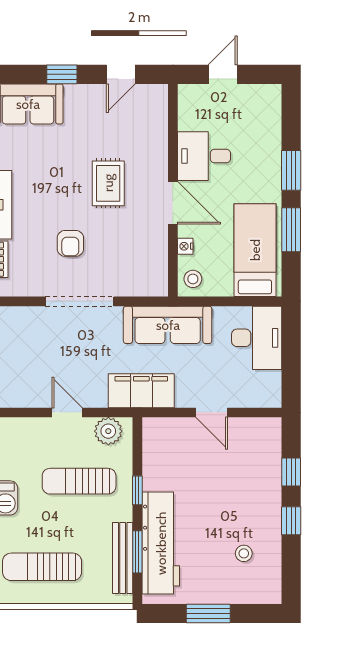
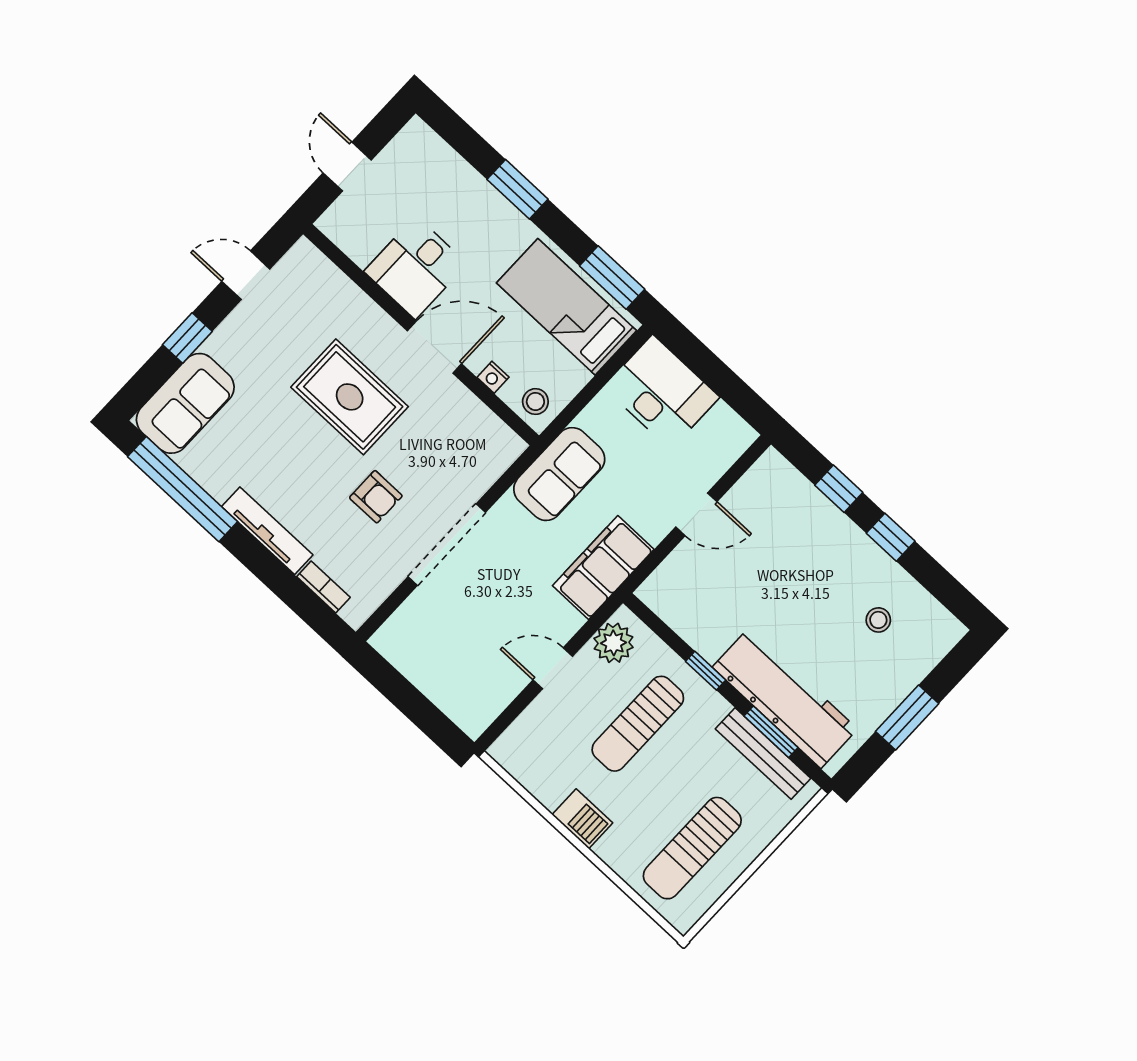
door: (121, 74) -> (246, 275), swing flipped
rug: (108, 183) -> (350, 397), width x1.36, depth x1.43
window: (291, 230) -> (612, 277), moved
sofa: (168, 325) -> (559, 474), width x0.73

